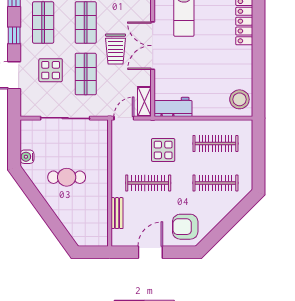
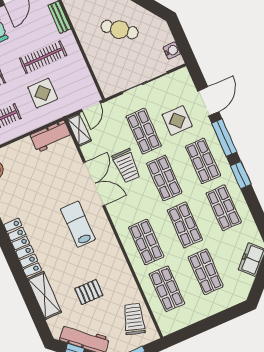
window: (14, 35) -> (224, 138), width x2.17
trolley: (116, 49) -> (126, 166), turned 180
water cooler: (27, 157) -> (172, 51), moved
cafe table: (67, 177) -> (120, 30), turned 38

